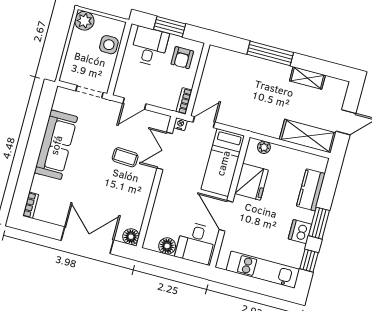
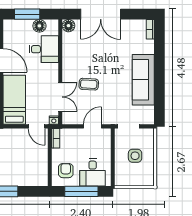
plant: (84, 21) -> (147, 179), removed
window: (170, 27) -> (81, 191), width x1.44
side table: (109, 45) -> (135, 156), moved
door: (204, 122) -> (36, 126), hinge flipped
desk: (196, 243) -> (44, 49), moved, turned 90
window: (178, 265) -> (27, 14), added

